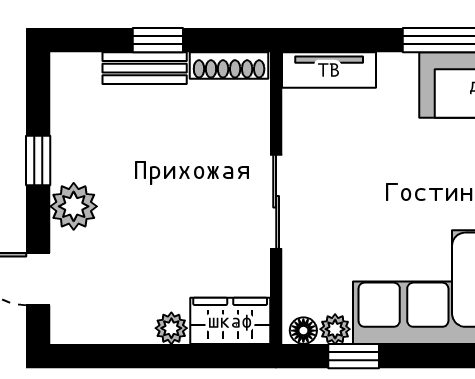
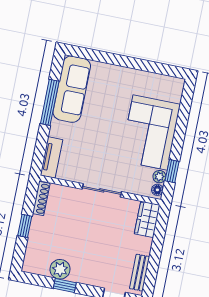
bench: (145, 68) -> (140, 273), moved
plant: (74, 206) -> (60, 269), moved
plant: (171, 328) -> (145, 244), removed

